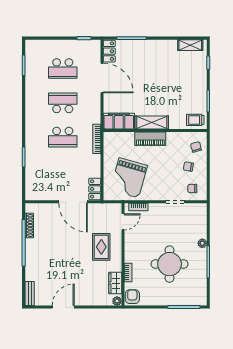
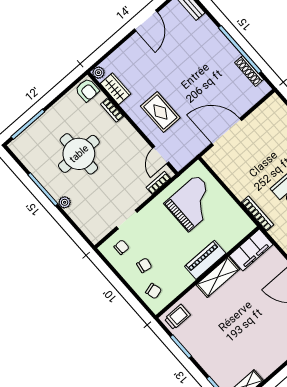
grand piano: (129, 178) -> (193, 203), turned 74
locker: (95, 189) -> (216, 163), removed

